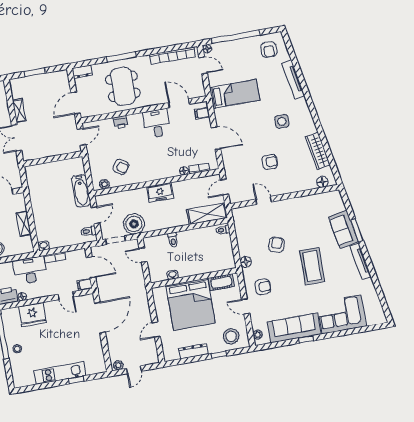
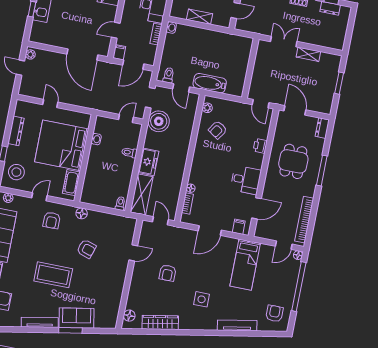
armchair: (269, 50) -> (274, 313), turned 90
dining table: (123, 86) -> (293, 161), width x0.73
freezer: (160, 192) -> (148, 162), moved, turned 180

